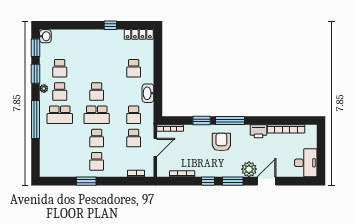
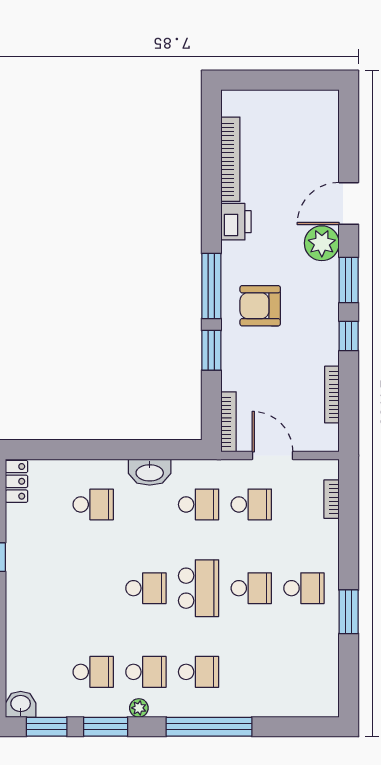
locker: (139, 34) -> (17, 481), width x0.66
school desk: (60, 115) -> (199, 672), width x0.54
desk: (306, 163) -> (307, 115), removed
door: (267, 181) -> (349, 203), hinge flipped

